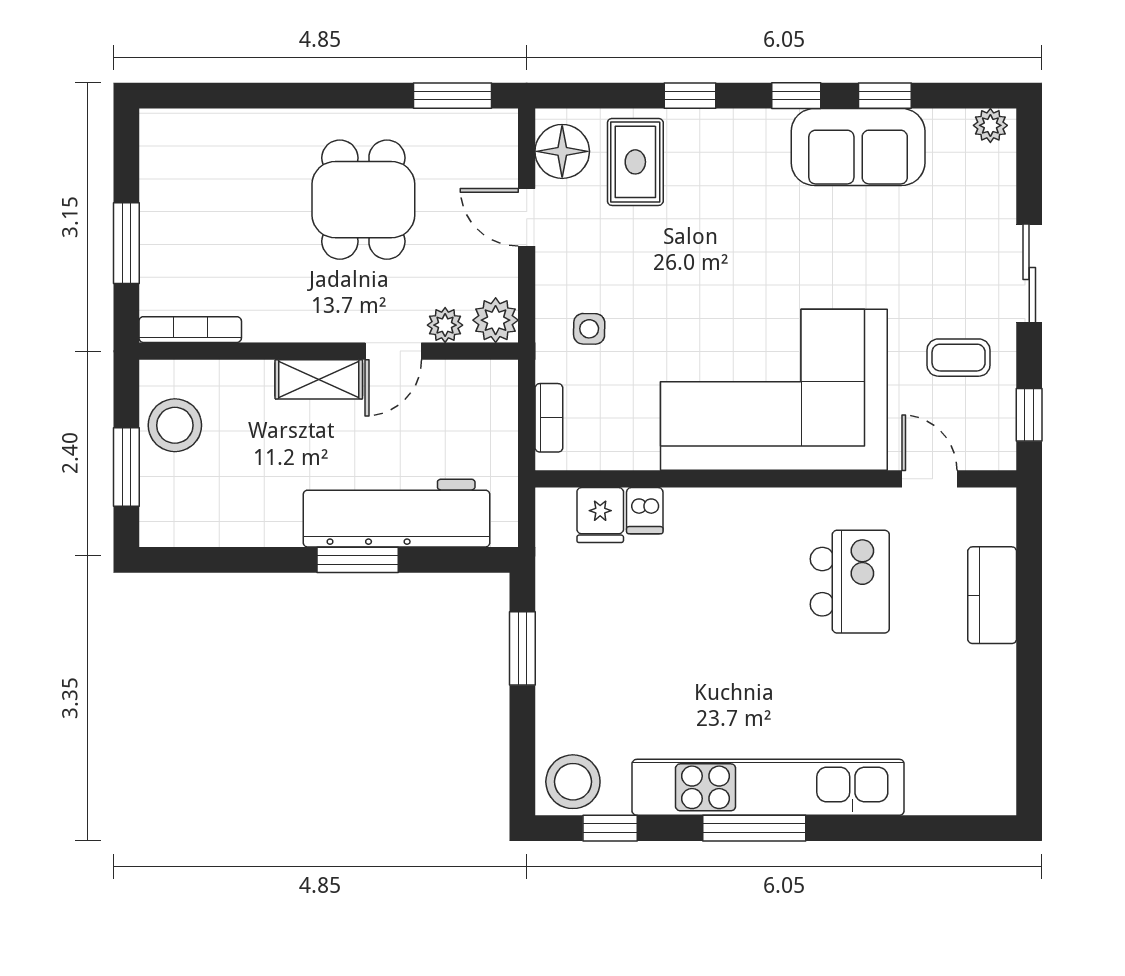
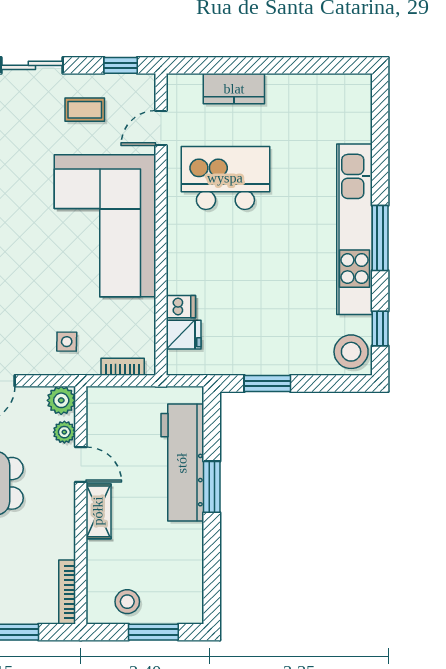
coffee table: (959, 358) -> (85, 110), turned 90
stool: (175, 425) -> (127, 602), width x0.73, depth x0.73
kitchen island: (850, 582) -> (225, 178), width x1.37, depth x1.28

